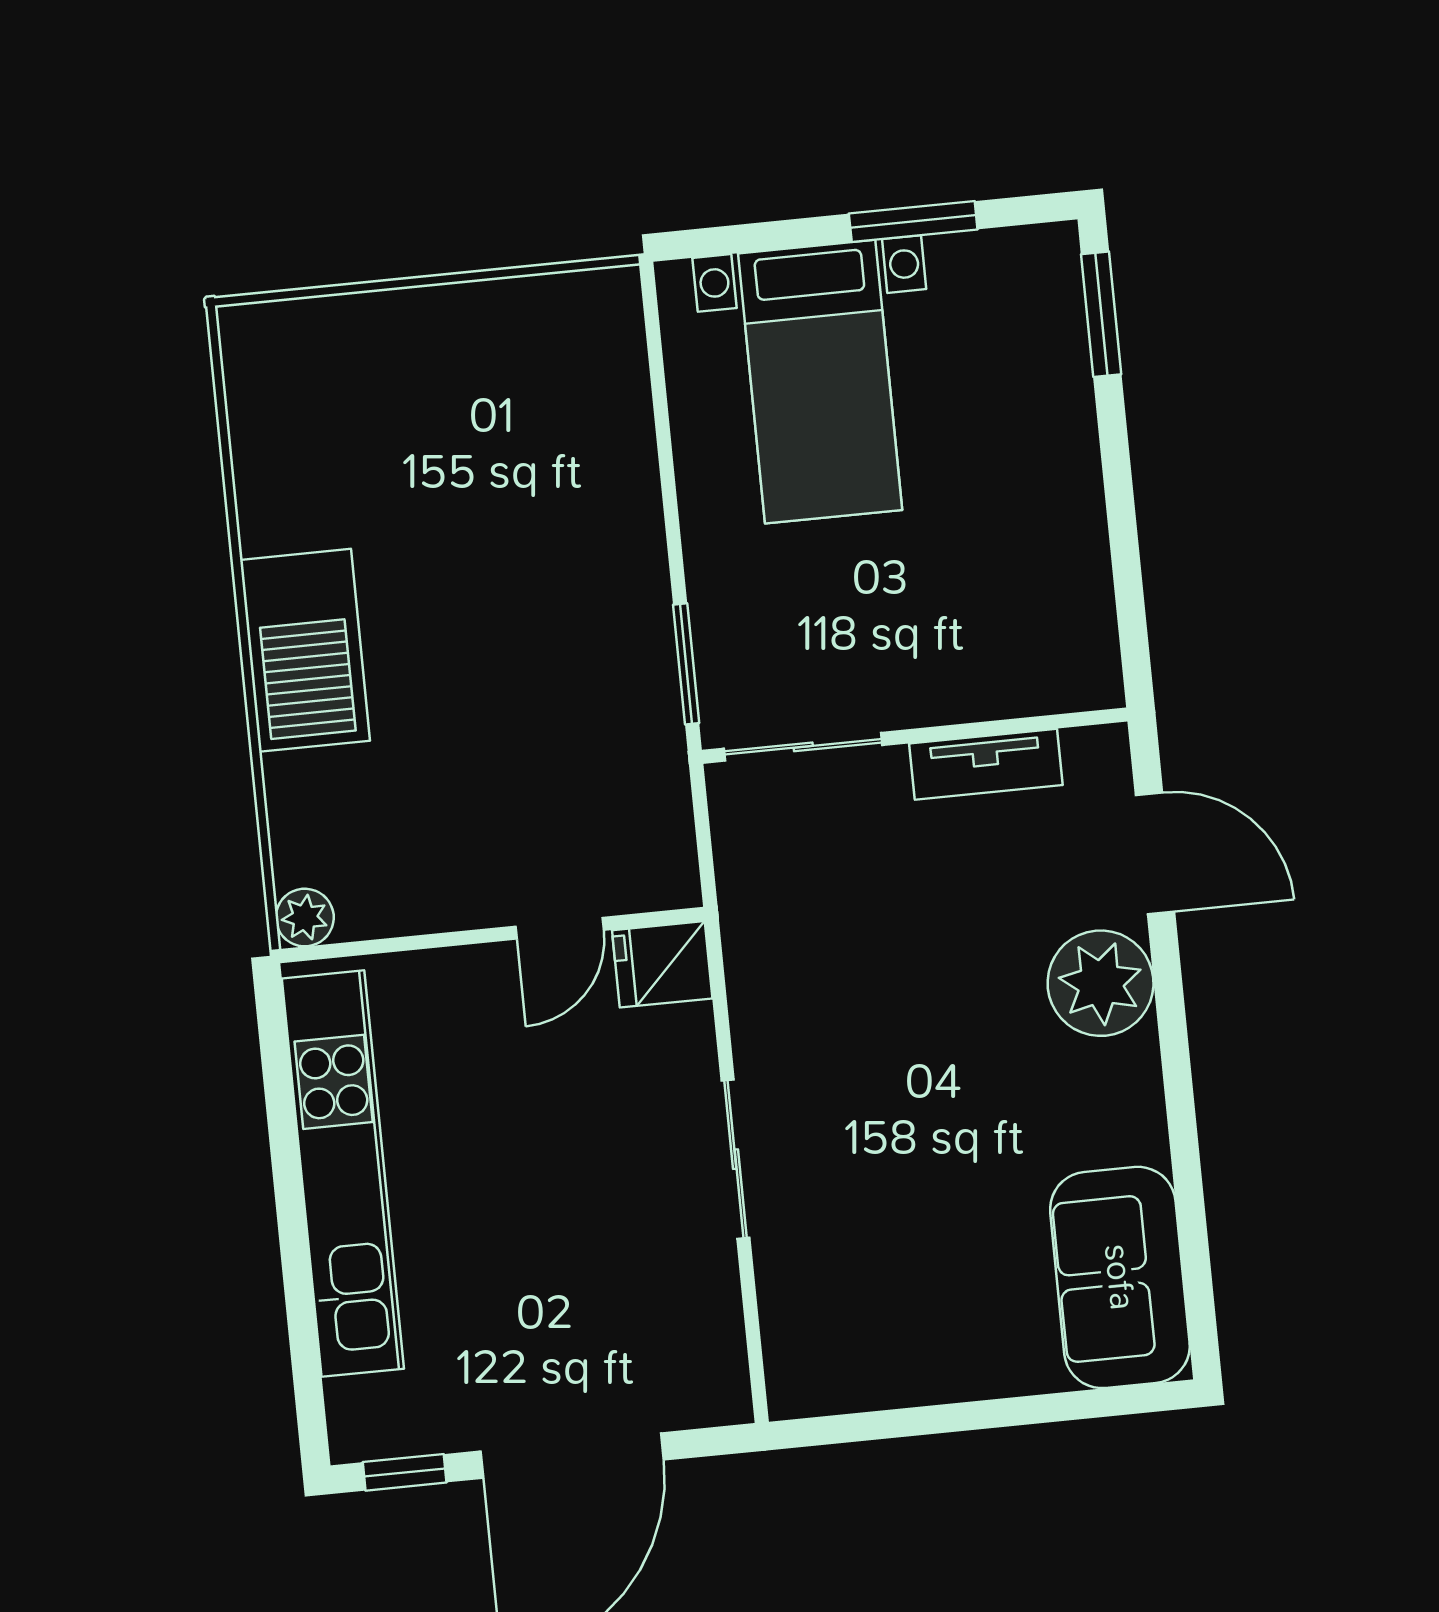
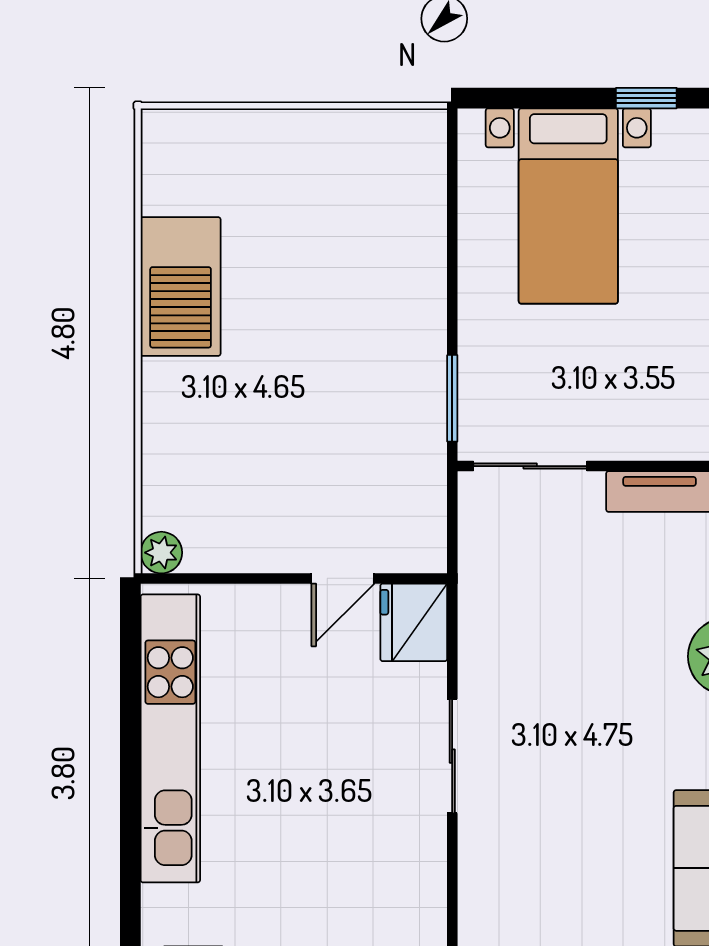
window: (913, 222) -> (646, 98), width x0.67
barbecue: (305, 650) -> (181, 286), moved
fridge: (662, 964) -> (414, 622), width x1.38

